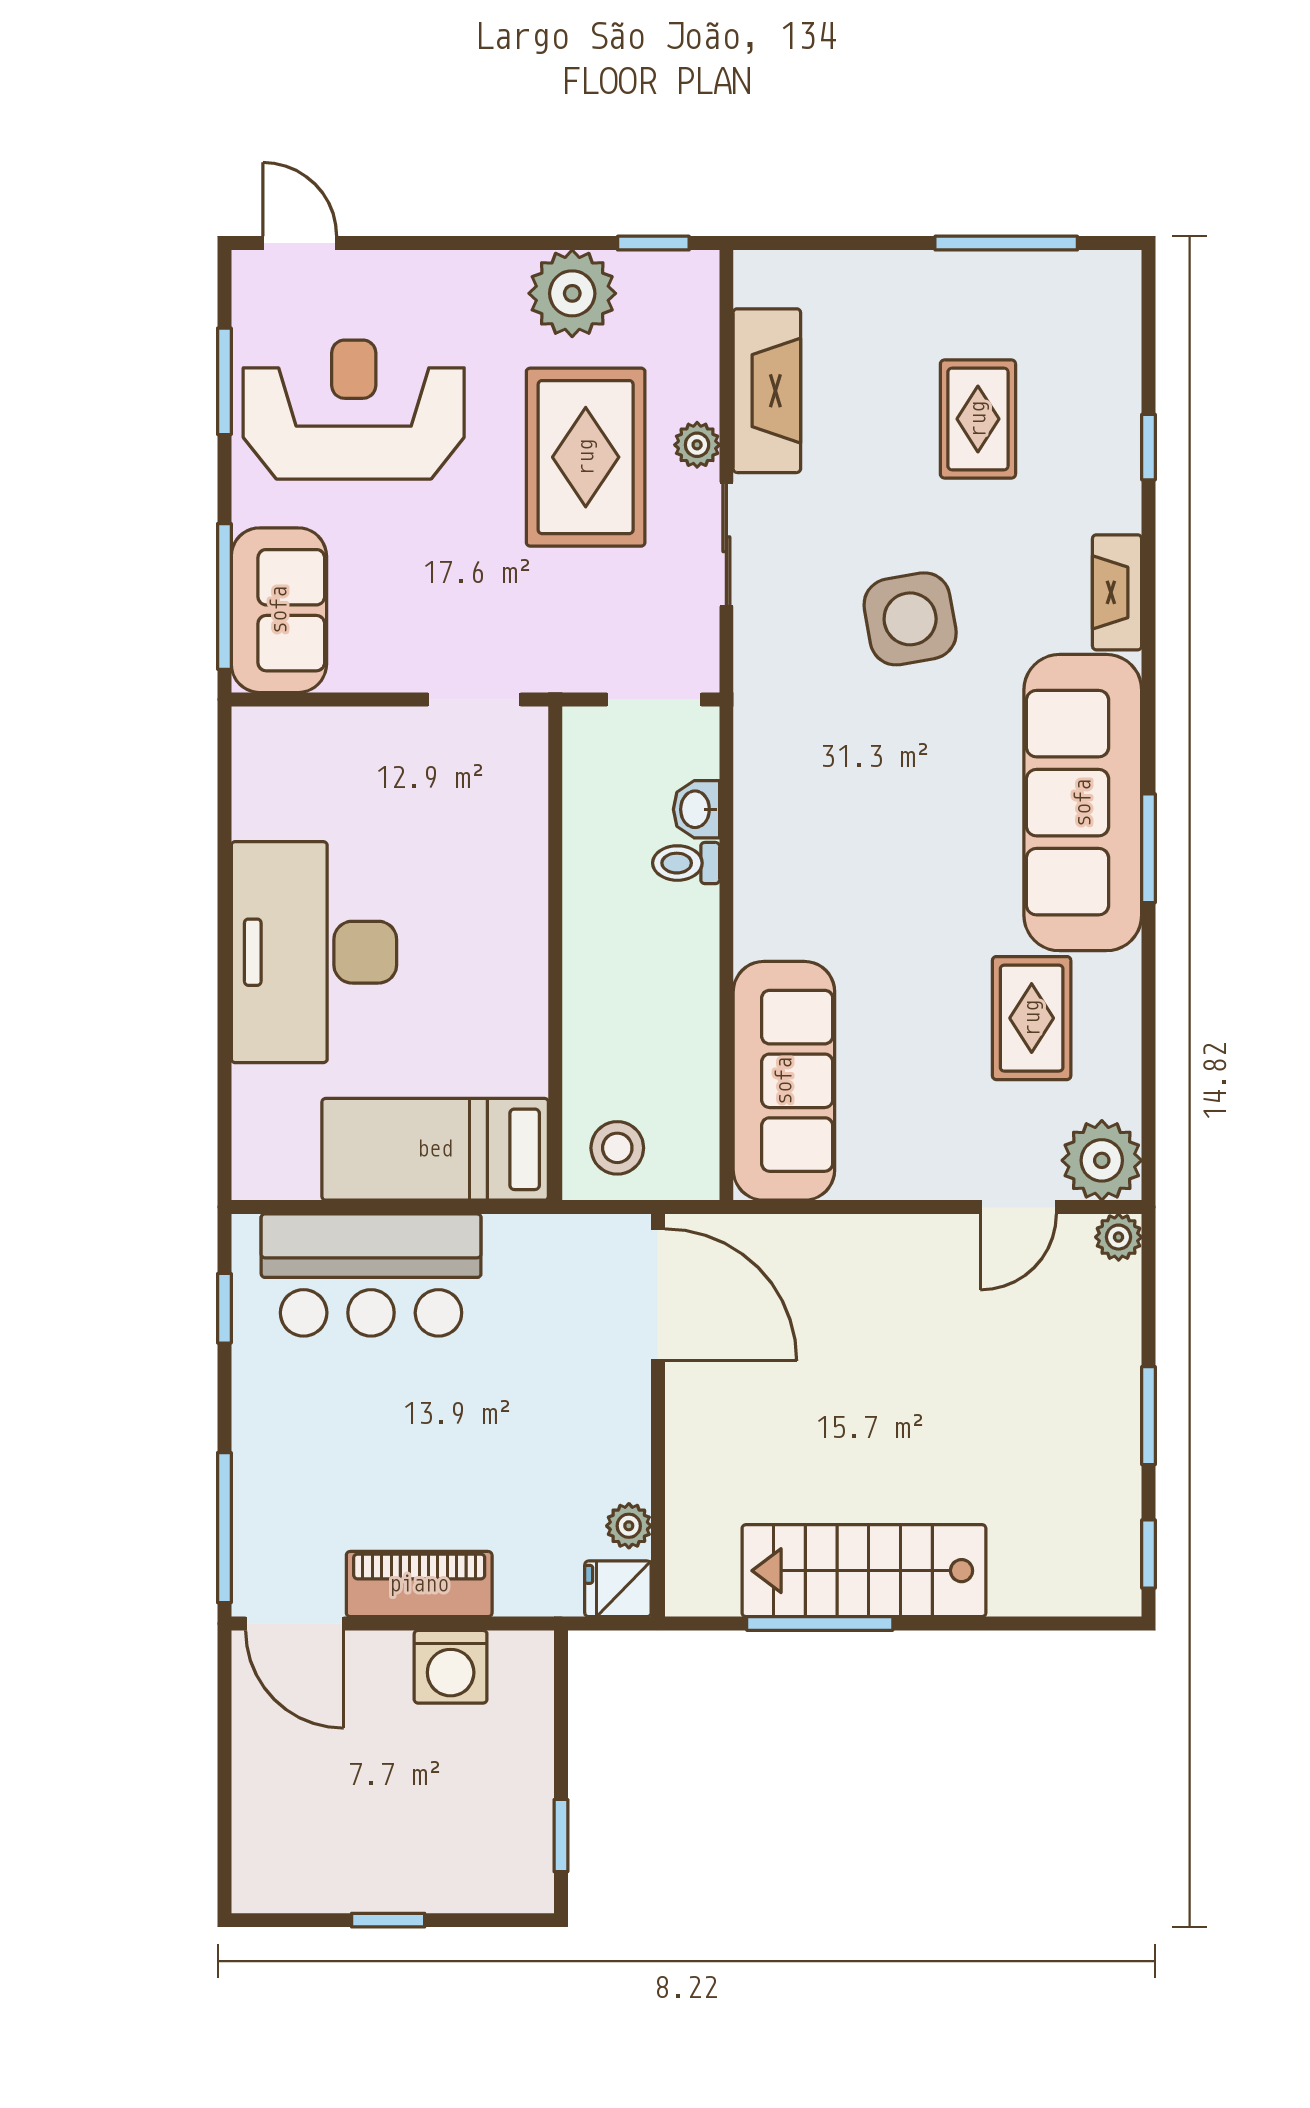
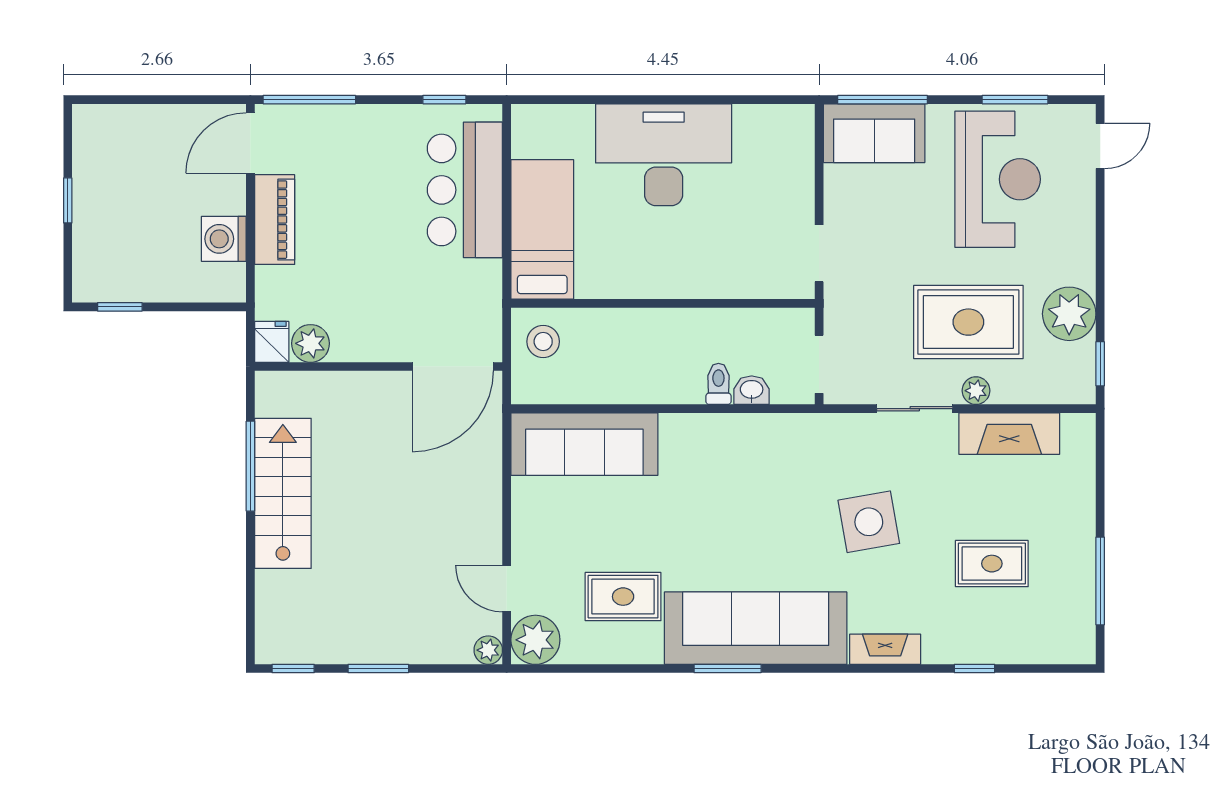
plant: (629, 1526) -> (310, 343), width x1.38, depth x1.38

